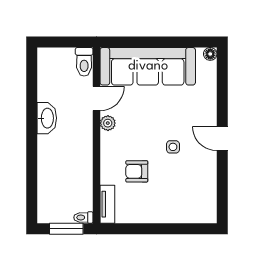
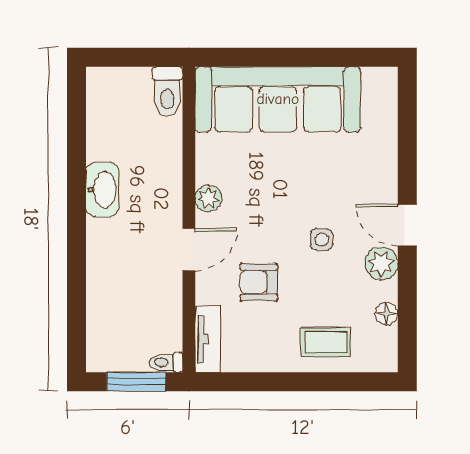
floor lamp: (210, 54) -> (386, 314), moved
door: (96, 98) -> (189, 249), moved
plant: (207, 161) -> (381, 263), added
coffee table: (175, 206) -> (326, 342), added

